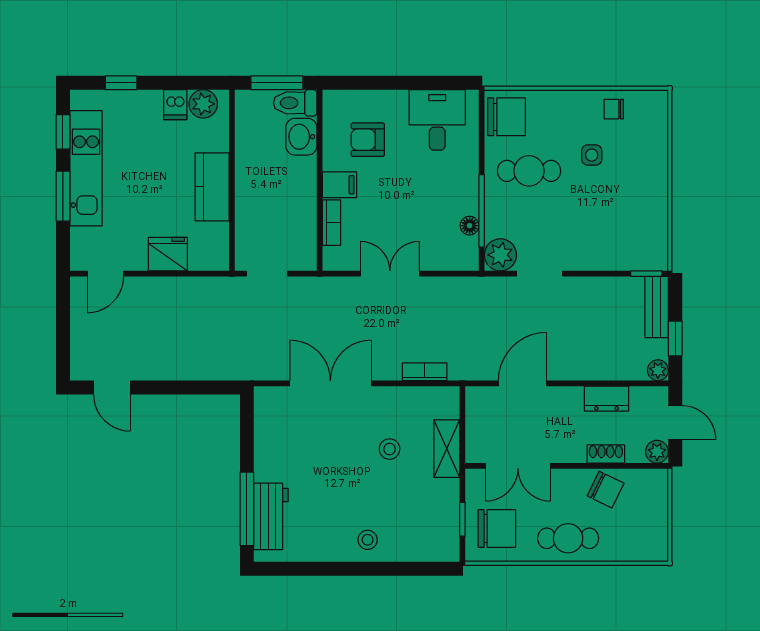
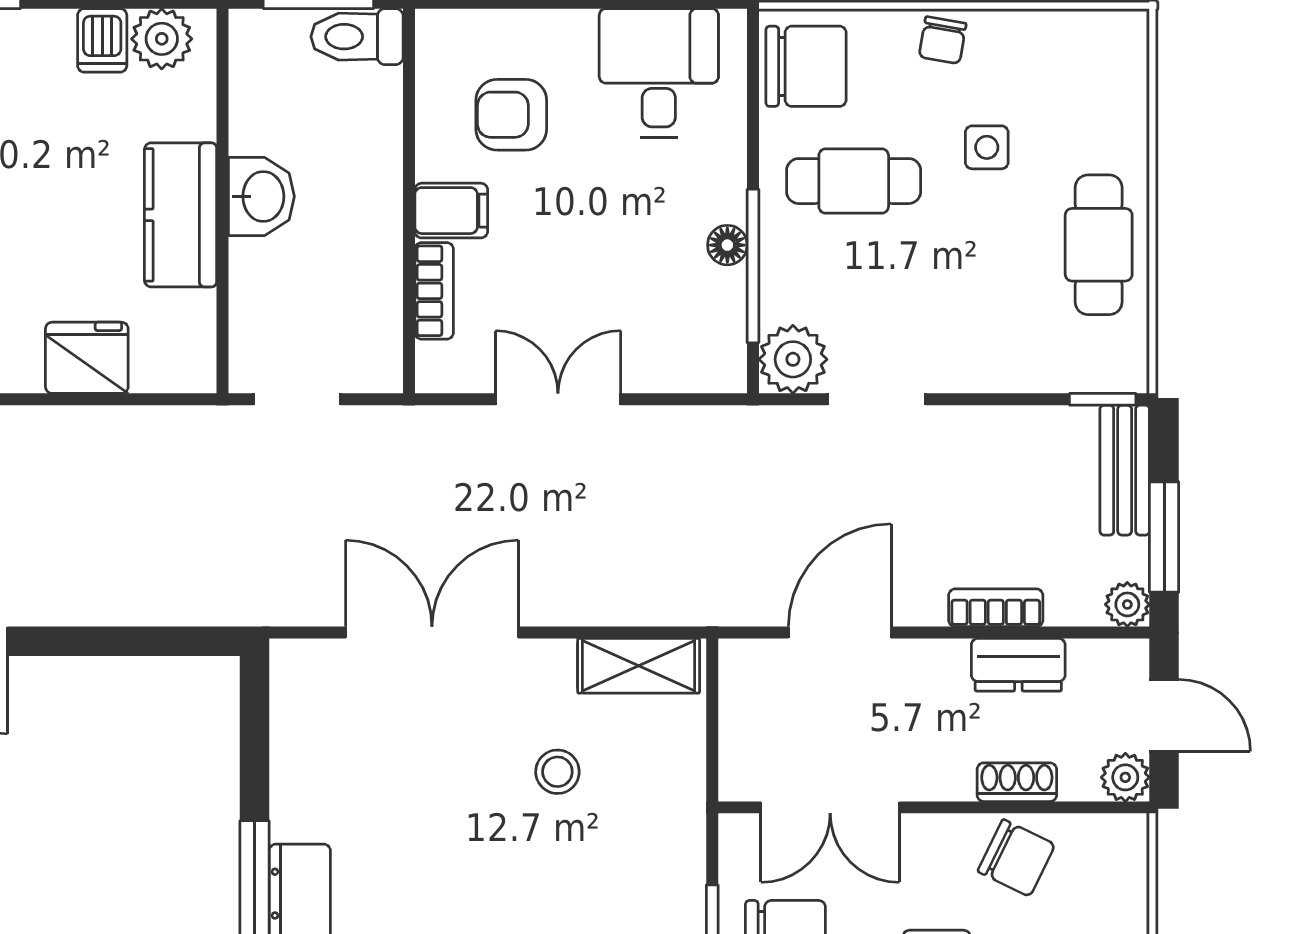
chair: (614, 109) -> (943, 40), moved, turned -80
washbasin: (301, 137) -> (261, 196), moved, turned 180
cafe table: (644, 201) -> (1099, 245), added
floor lamp: (470, 226) -> (727, 245), moved
window: (675, 339) -> (1164, 537), width x1.50
bookcase: (425, 372) -> (996, 608), moved
shelving: (447, 449) -> (639, 666), moved, turned 90

